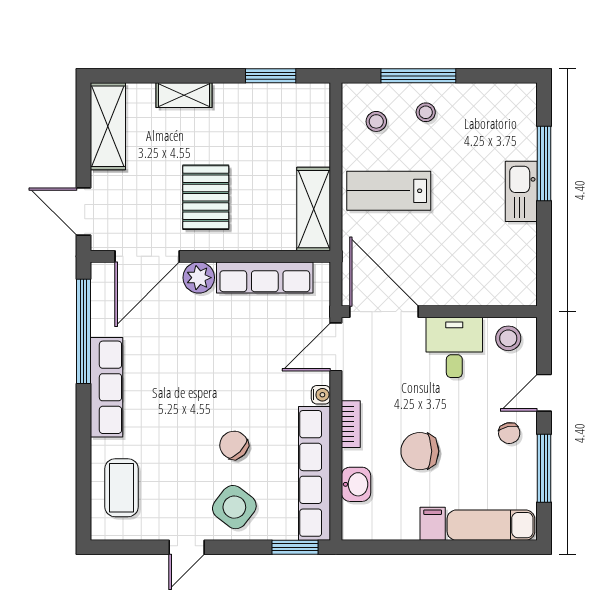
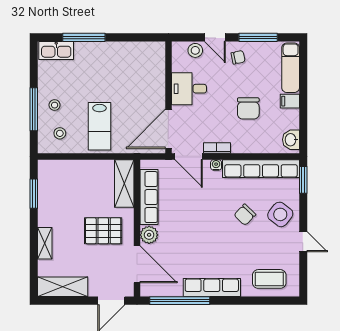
kitchen sink: (521, 191) -> (56, 50), moved
shelving: (314, 209) -> (124, 183), moved, turned 90
stool: (508, 338) -> (195, 50), moved
bookcase: (351, 424) -> (217, 148), moved
washbasin: (356, 484) -> (291, 140), moved, turned -90

